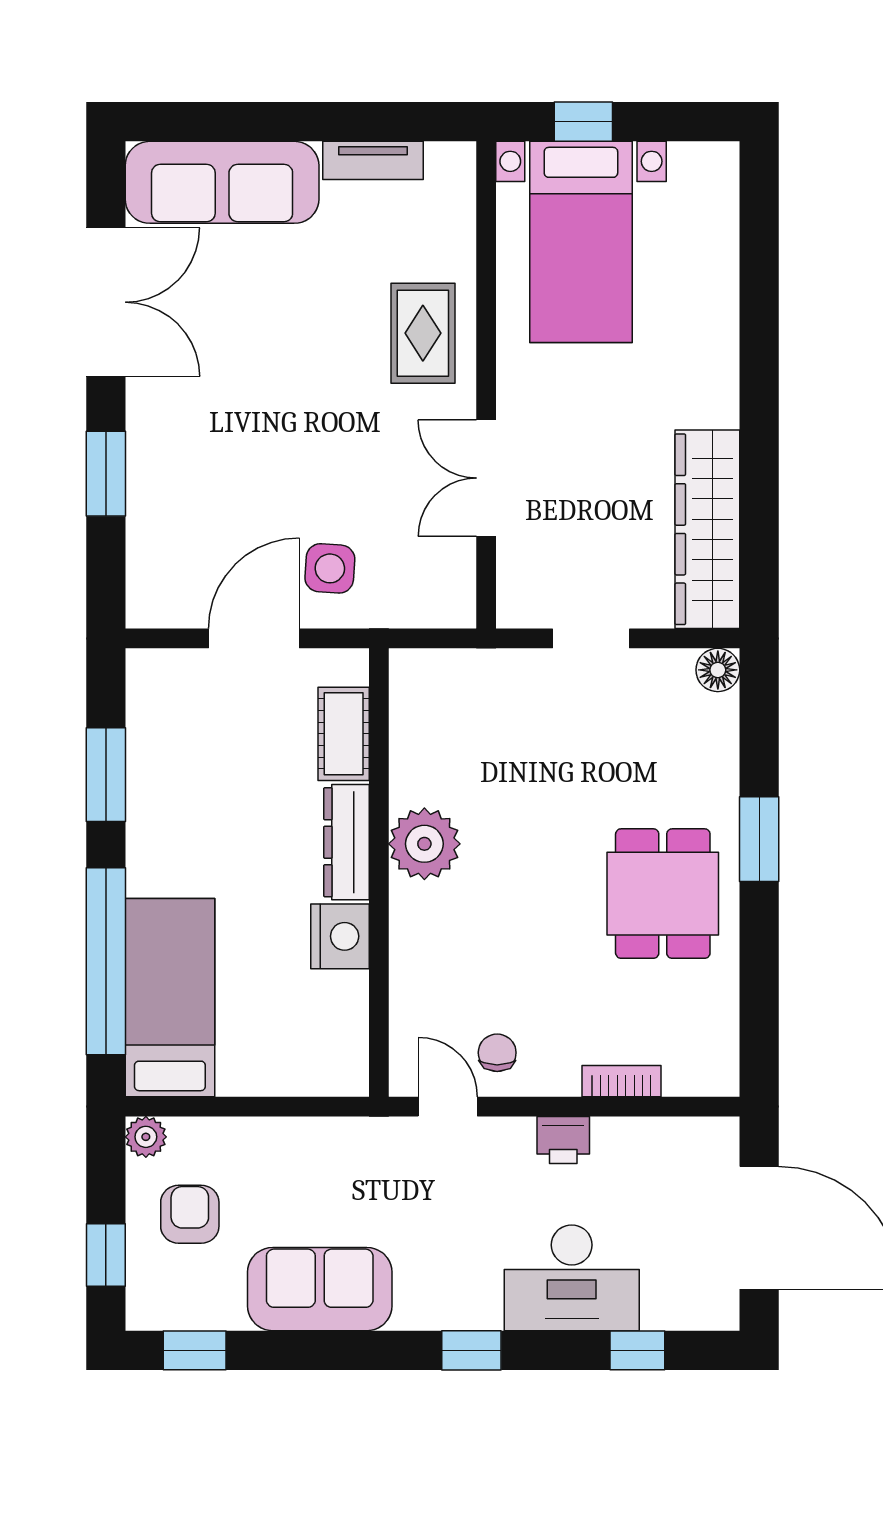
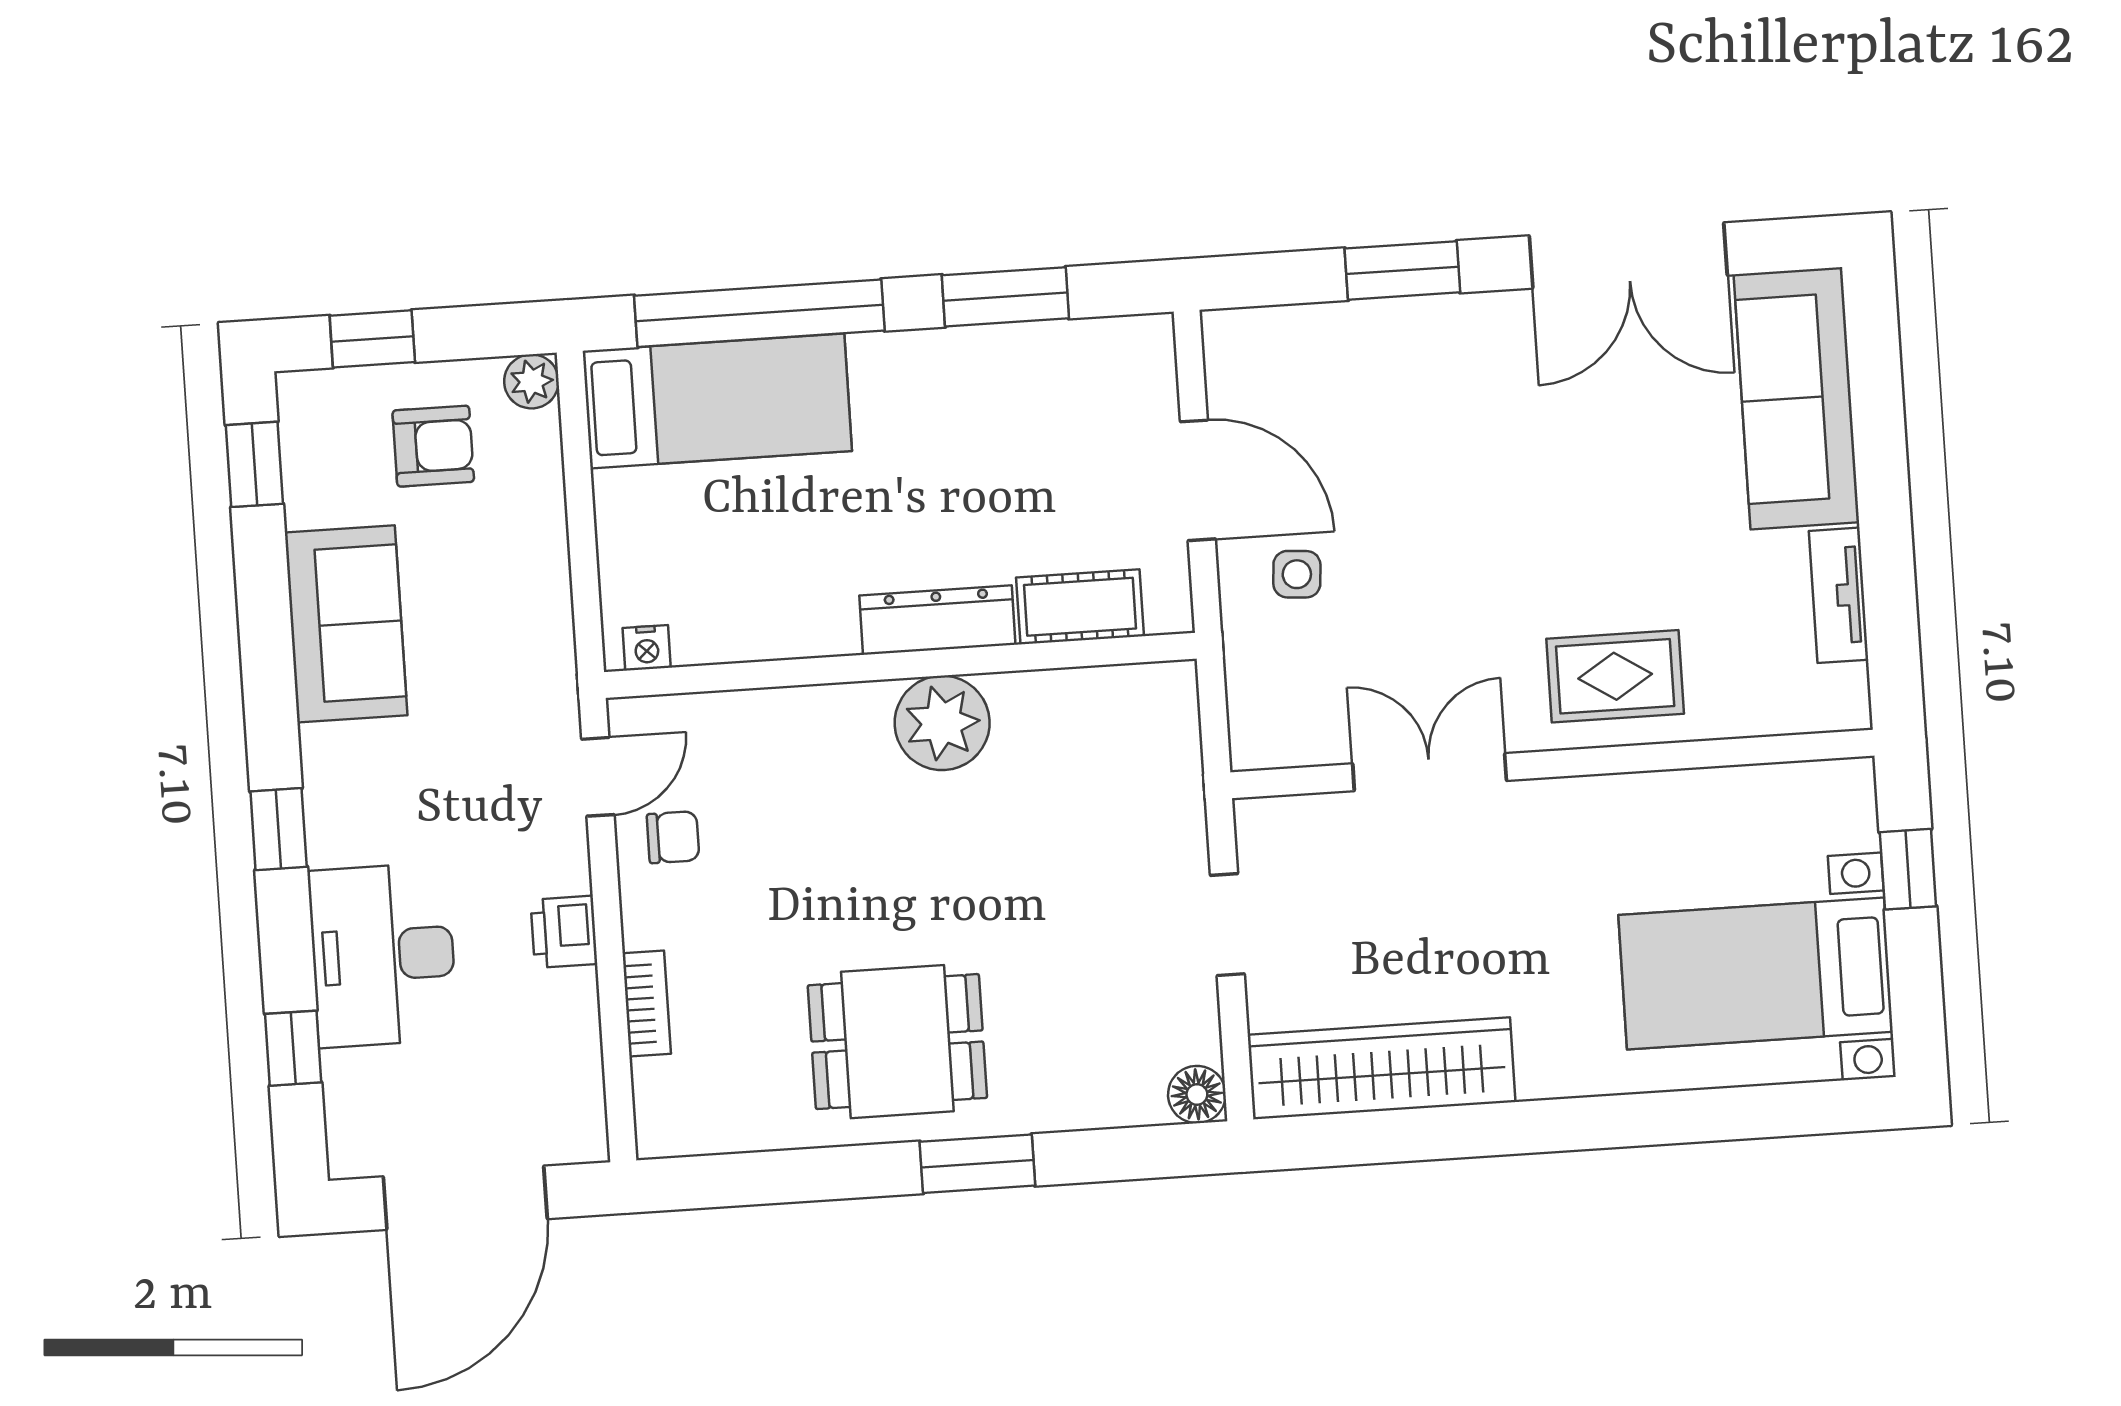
bed with nightstands: (581, 242) -> (1756, 973), moved
side table: (330, 568) -> (1297, 574), width x0.73, depth x0.73
nightstand: (340, 936) -> (647, 648), moved, width x0.53, depth x0.56

